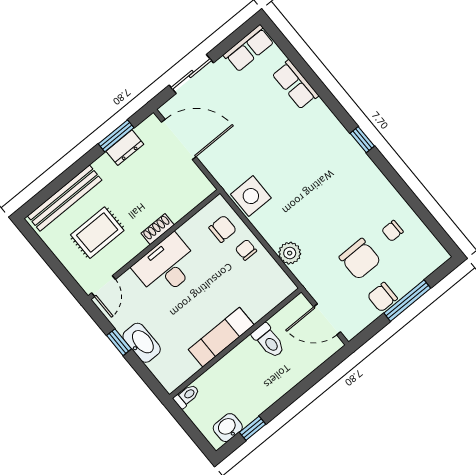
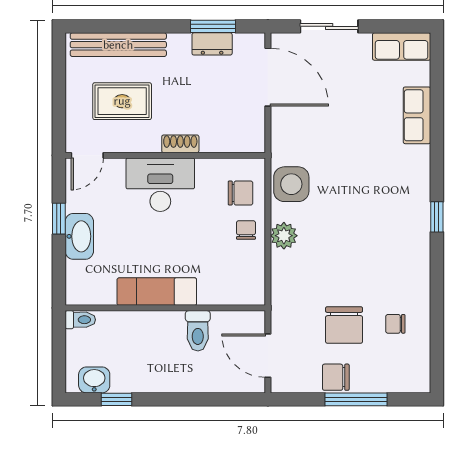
plant: (290, 253) -> (284, 236), moved

